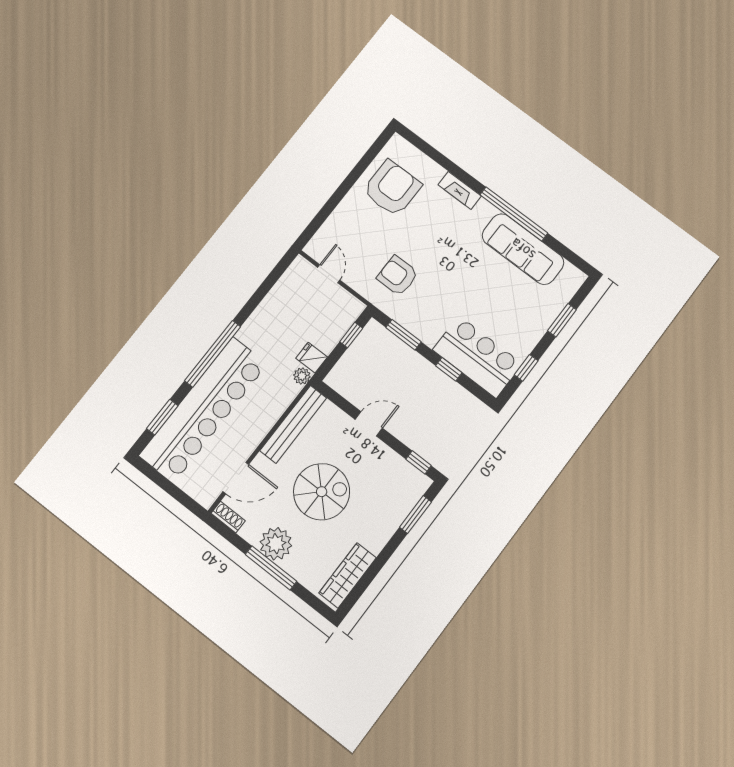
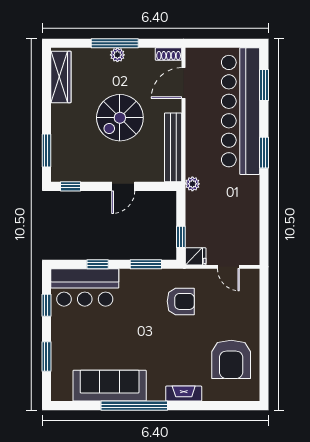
window: (213, 354) -> (264, 153), width x0.47
fridge: (312, 358) -> (196, 256), moved
plant: (276, 544) -> (117, 55), width x0.53, depth x0.53

